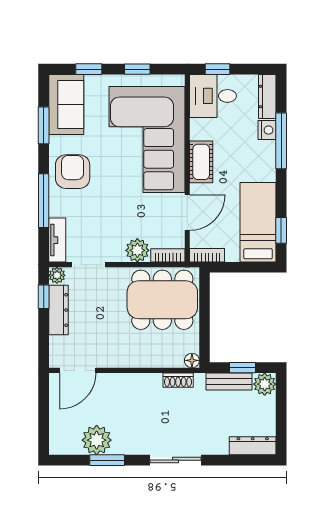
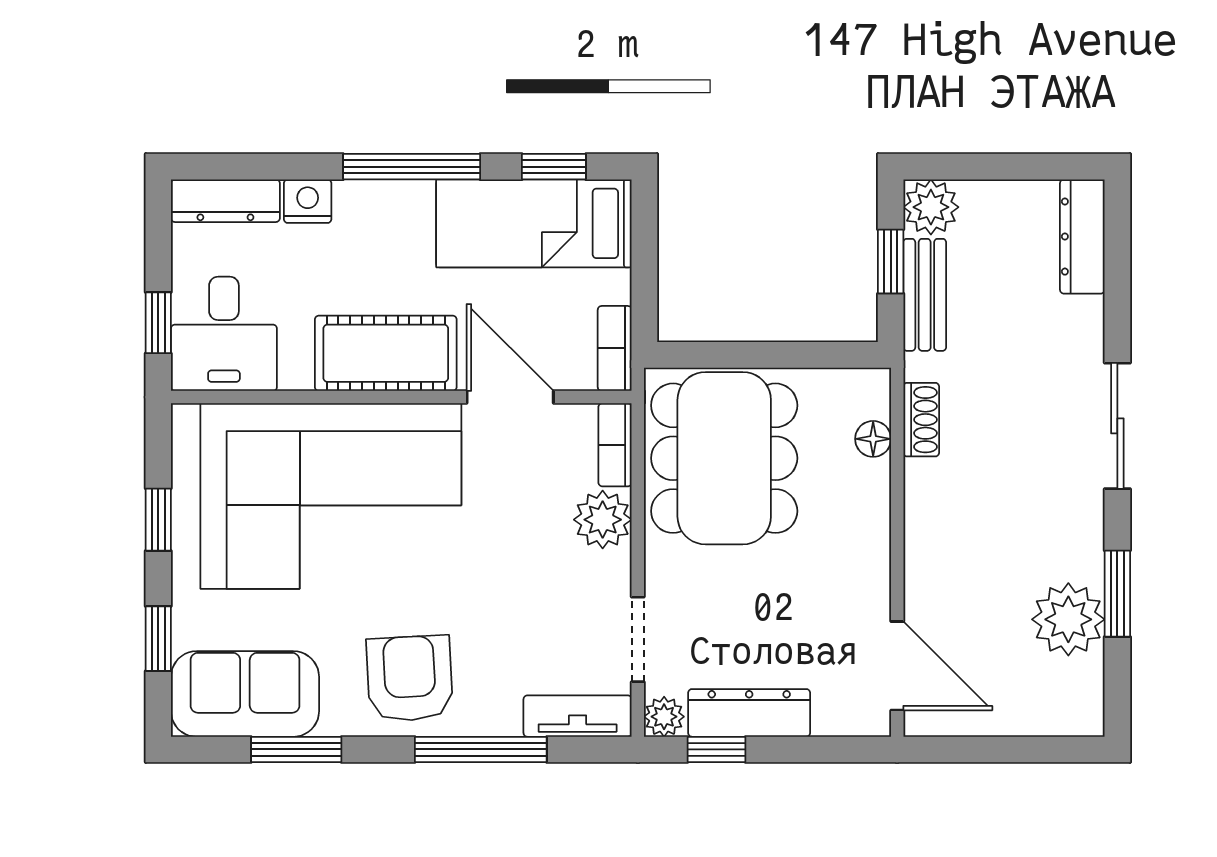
window: (281, 141) -> (412, 167), moved
cot: (201, 162) -> (386, 353), width x1.37, depth x1.34
armchair: (73, 172) -> (410, 678), turned 87
floor lamp: (192, 360) -> (873, 439), moved

